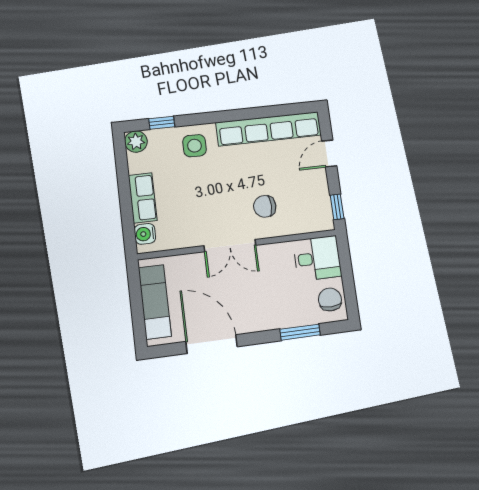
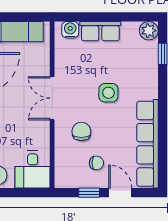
side table: (194, 146) -> (108, 93), moved
chair: (299, 185) -> (96, 163), added
window: (337, 207) -> (89, 193), moved

